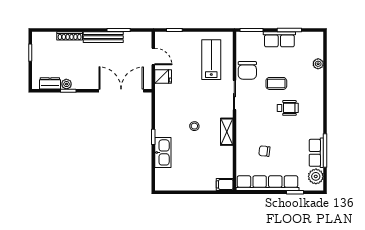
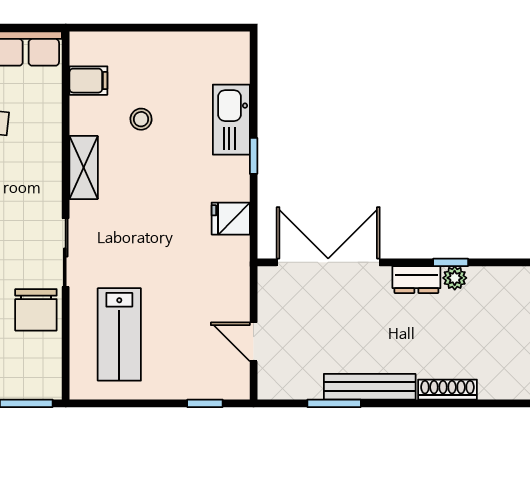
chair: (247, 70) -> (36, 310), turned 180
fridge: (163, 76) -> (231, 219), moved
dresser: (50, 83) -> (416, 280), moved
double door: (121, 91) -> (328, 262), swing flipped
stool: (194, 126) -> (141, 119), moved
filing cabinet: (225, 184) -> (88, 81), moved

